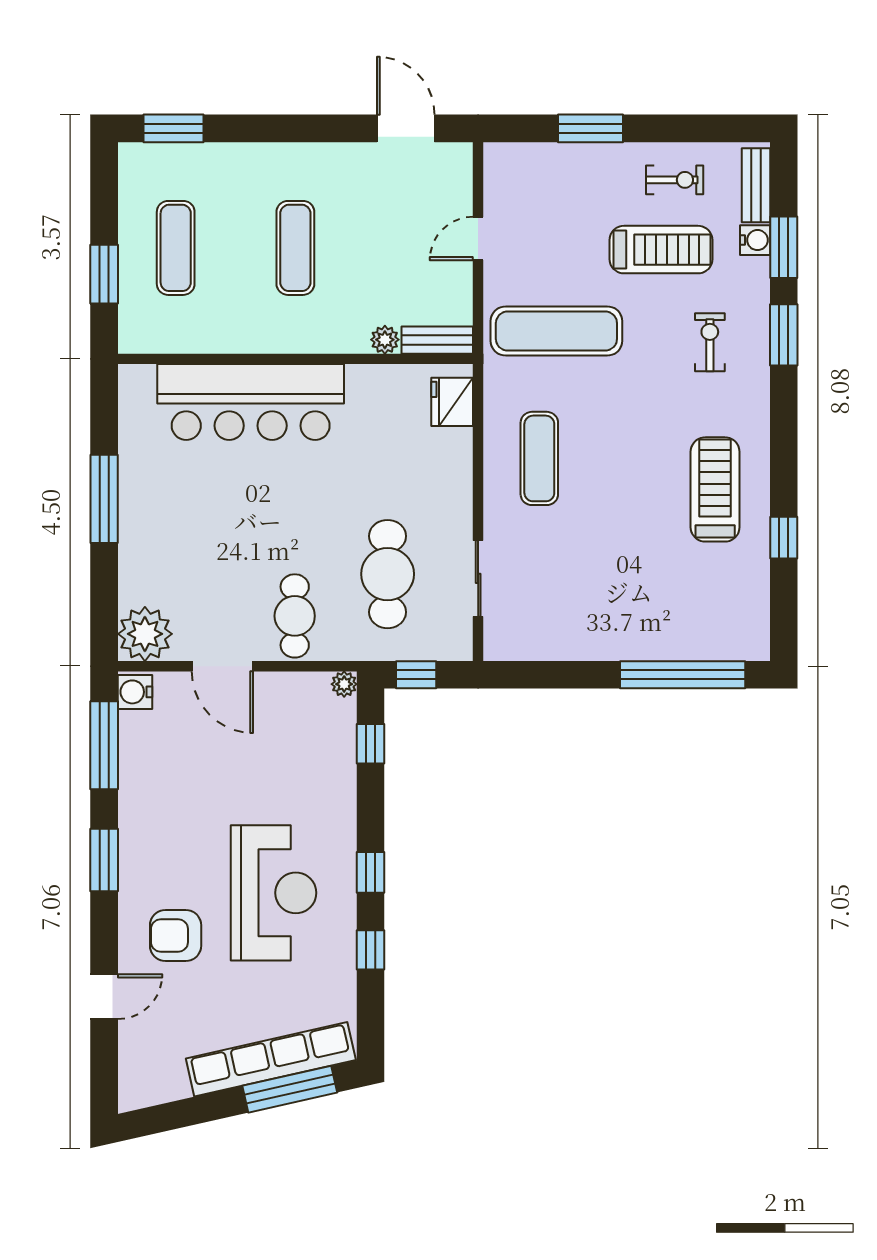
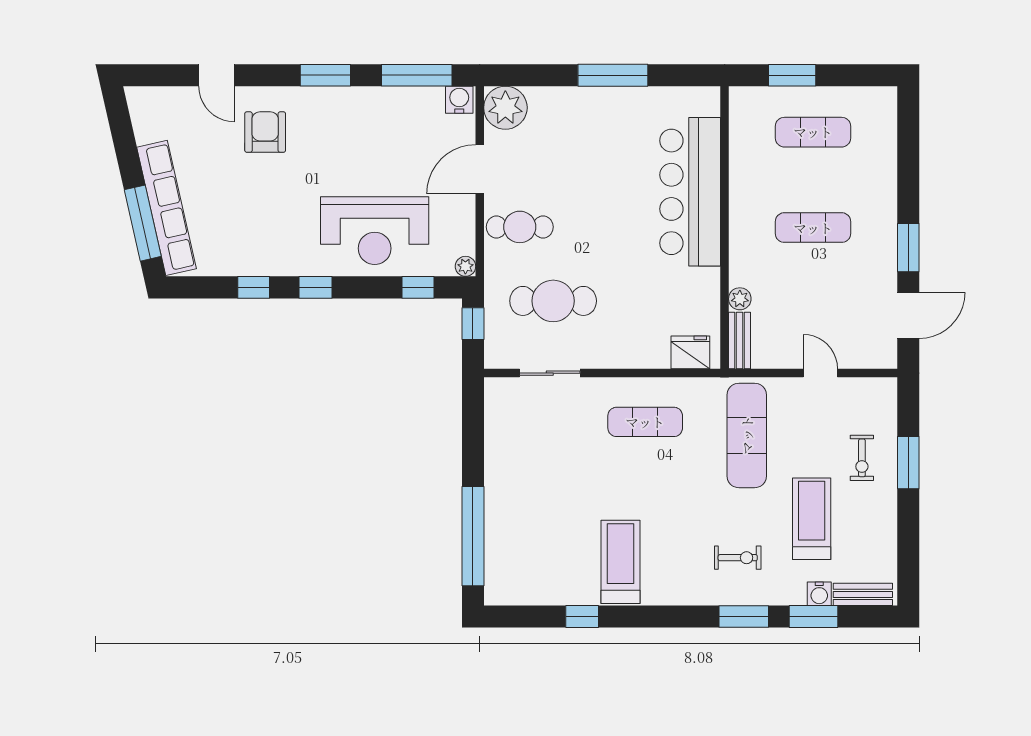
window: (173, 128) -> (908, 248), moved
exercise bike: (675, 180) -> (862, 458), moved
treadmill: (661, 250) -> (812, 519), turned 180
treadmill: (715, 489) -> (621, 562), turned -90
reception desk: (274, 893) -> (375, 231), moved

